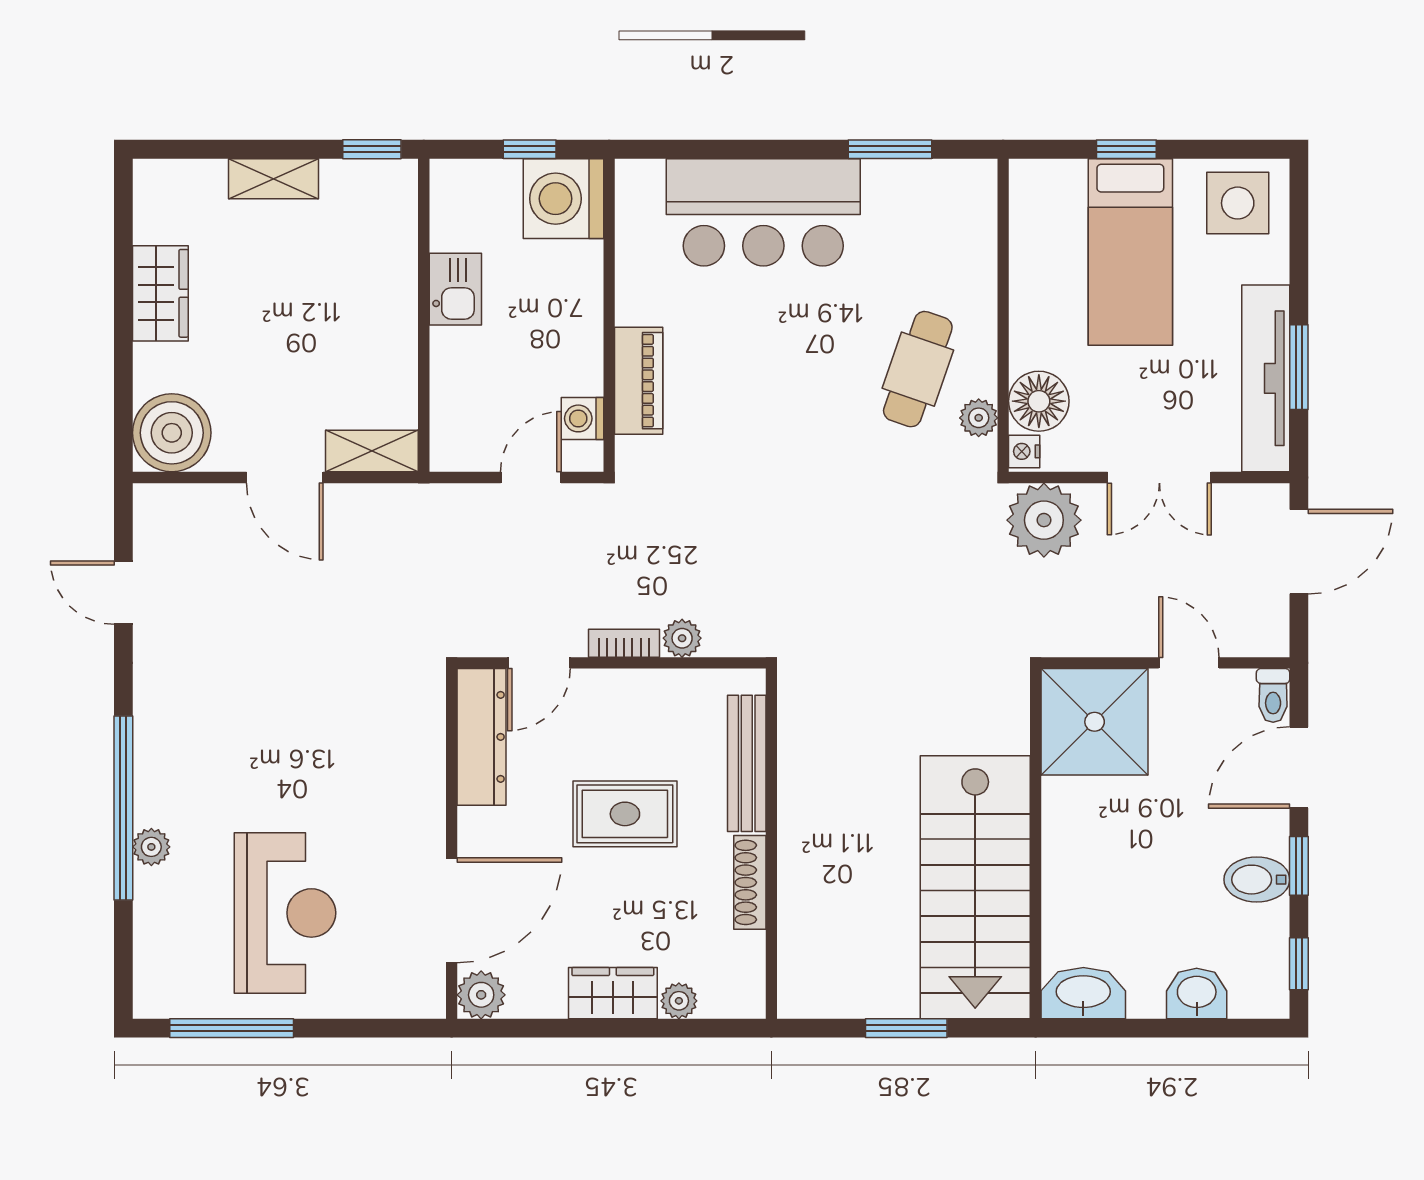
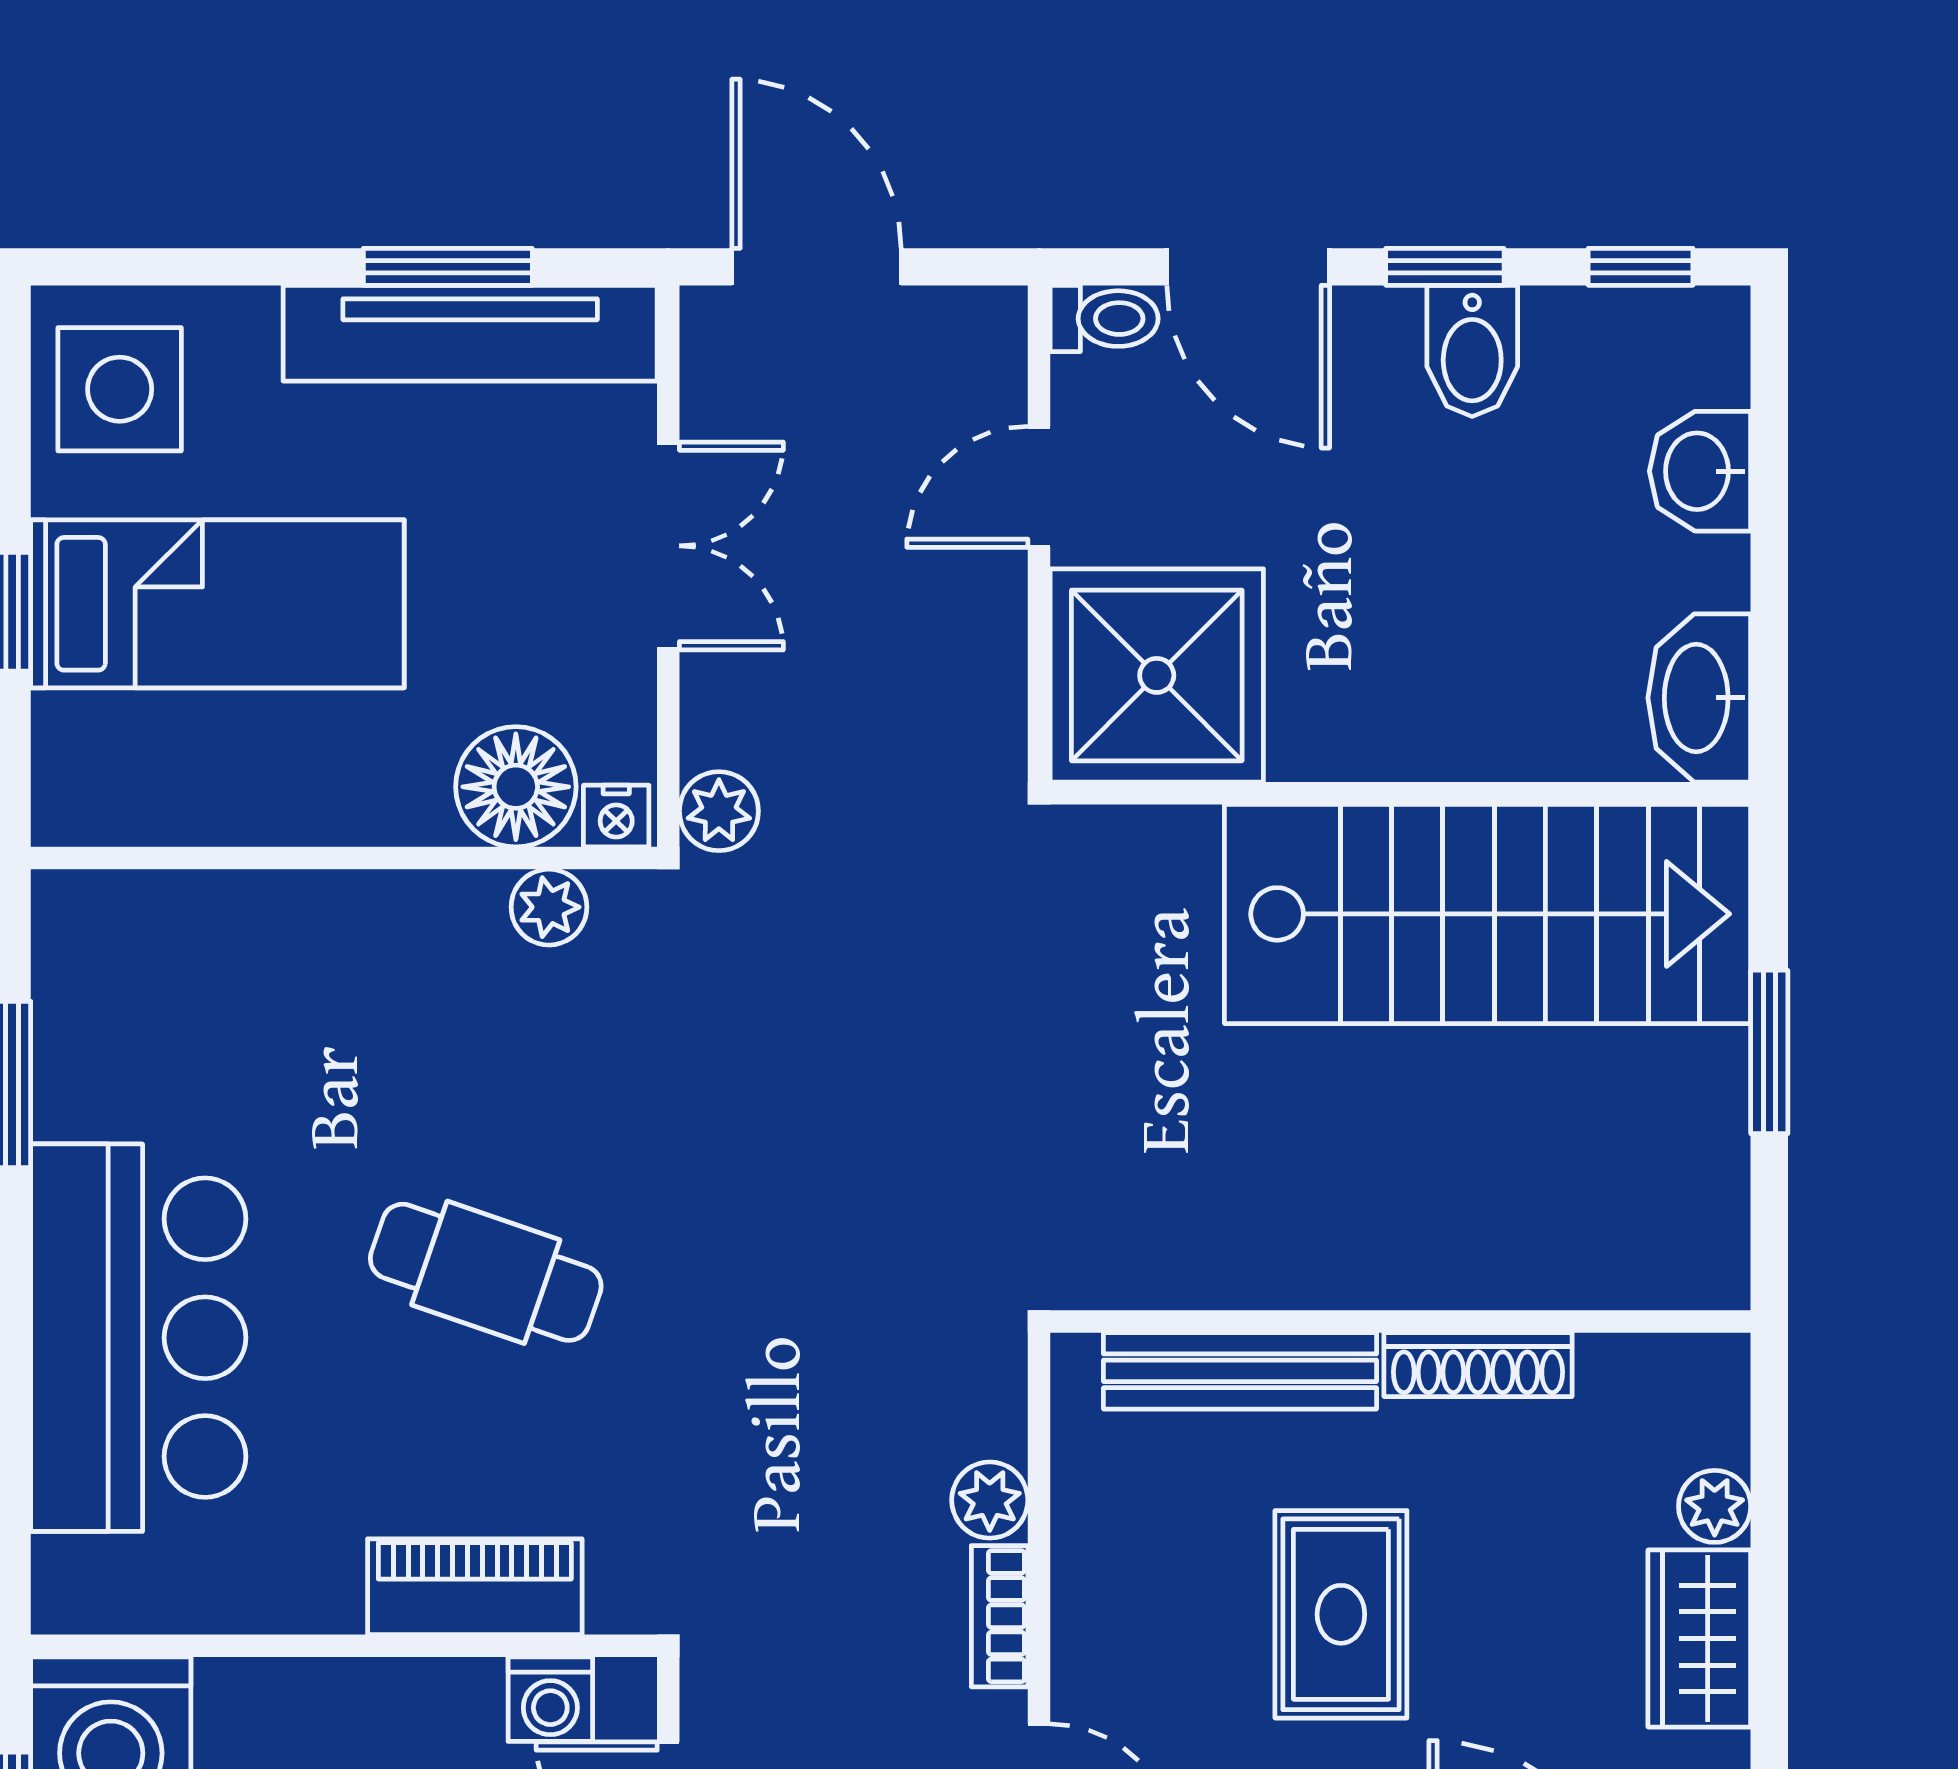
cafe table: (918, 369) -> (486, 1272), moved
plant: (1044, 520) -> (719, 811), width x0.53, depth x0.53

